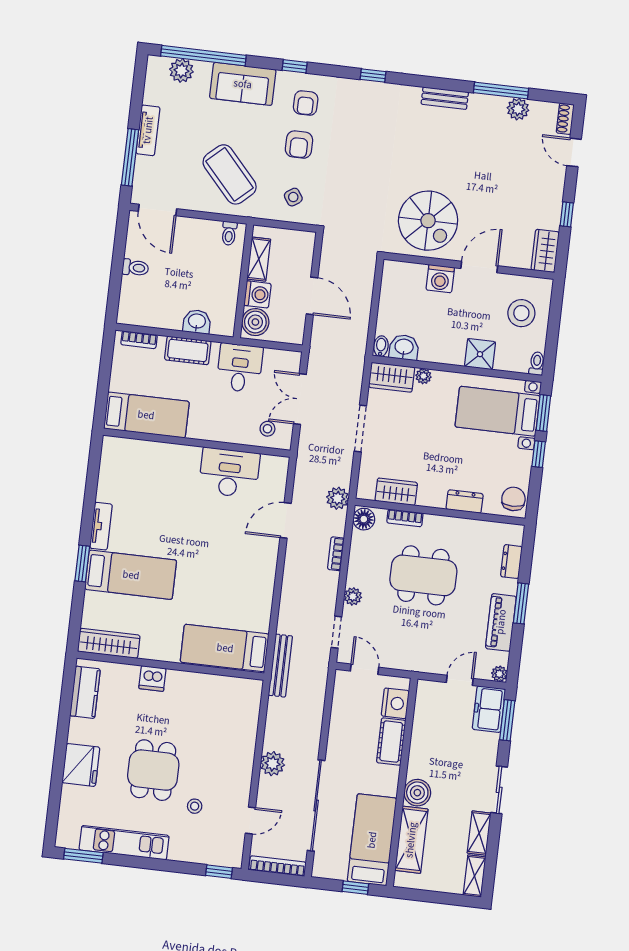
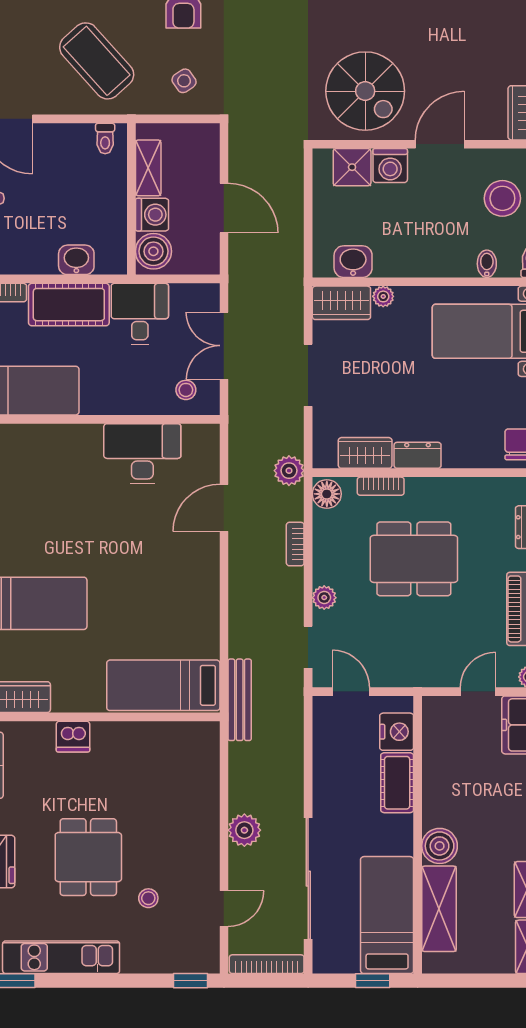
bidet: (381, 346) -> (487, 264), moved
cot: (188, 350) -> (69, 305), width x1.37, depth x1.34
shower: (480, 354) -> (352, 167), moved
dresser: (465, 502) -> (418, 455), moved

